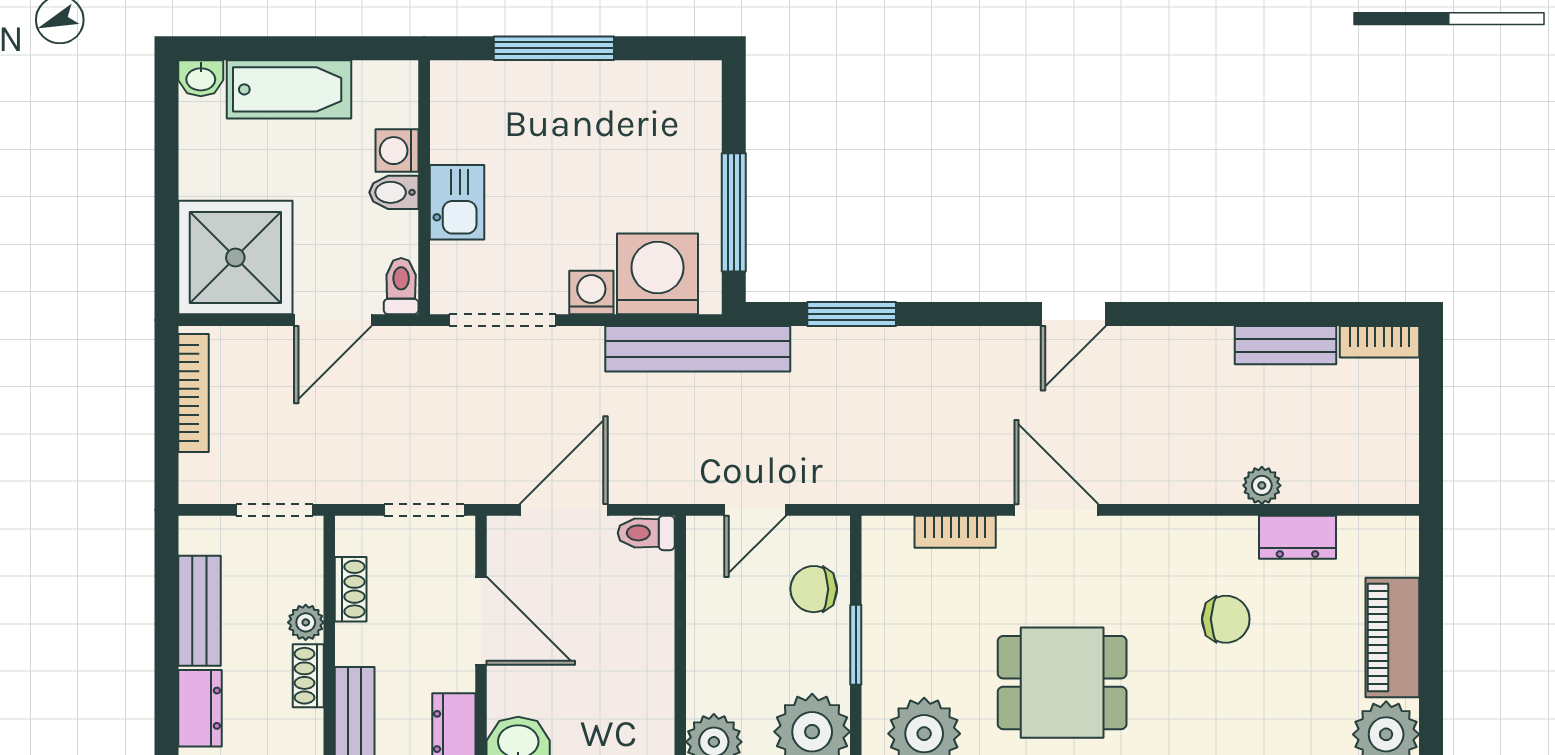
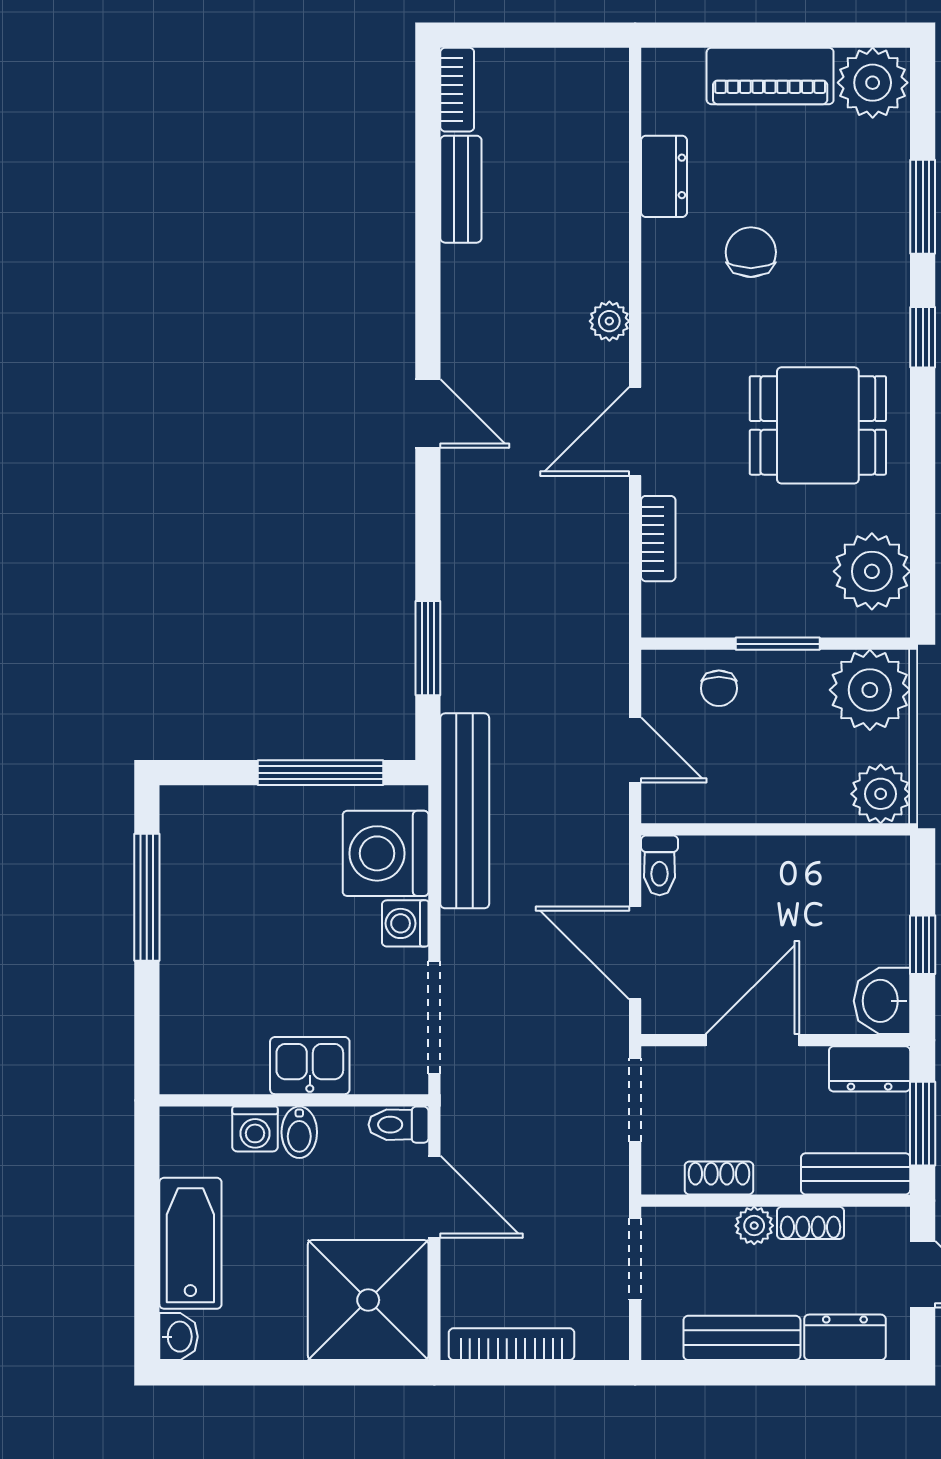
window: (554, 48) -> (147, 897), moved
plant: (1262, 485) -> (609, 321), moved
chair: (814, 589) -> (719, 688), width x0.73, depth x0.73
dining table: (1062, 683) -> (818, 425), turned 90

